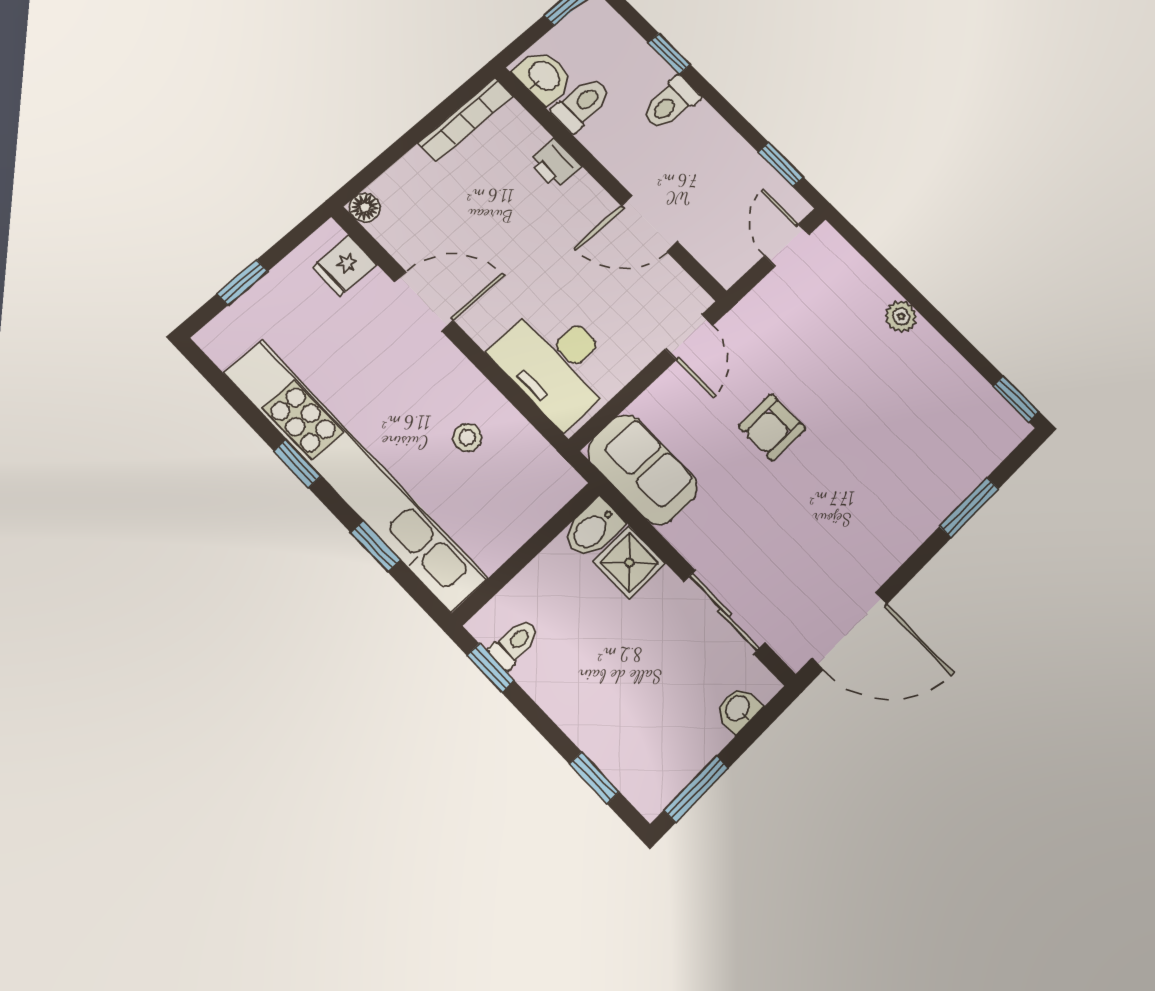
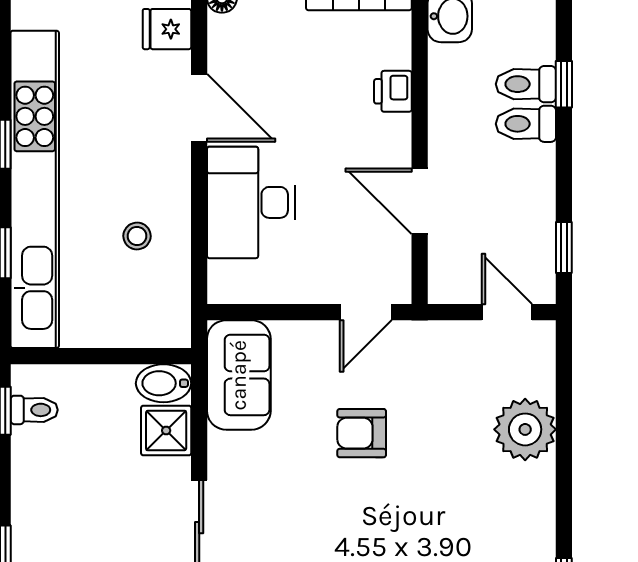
toilet: (582, 104) -> (526, 84), moved, turned 180
door: (787, 245) -> (507, 312), hinge flipped
plant: (901, 316) -> (525, 429), width x1.87, depth x1.87
desk: (556, 363) -> (251, 202), moved

